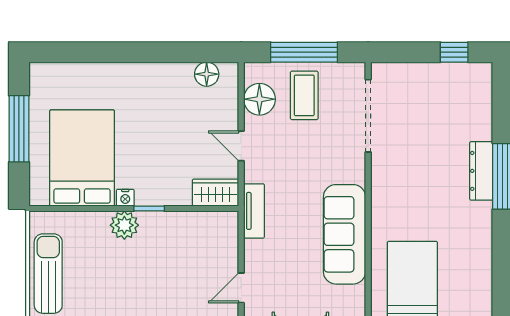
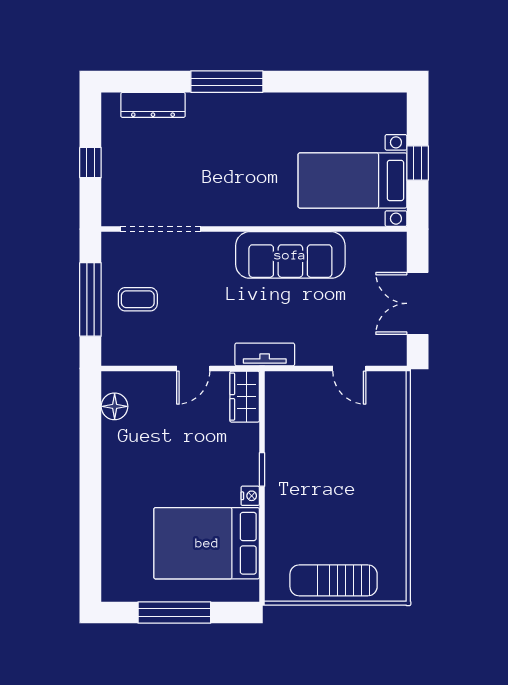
window: (454, 52) -> (90, 163), moved
coffee table: (304, 95) -> (138, 299), width x0.73, depth x0.77
floor lamp: (259, 99) -> (142, 348), removed
dresser: (481, 171) -> (153, 105), moved
plant: (124, 225) -> (280, 497), removed

